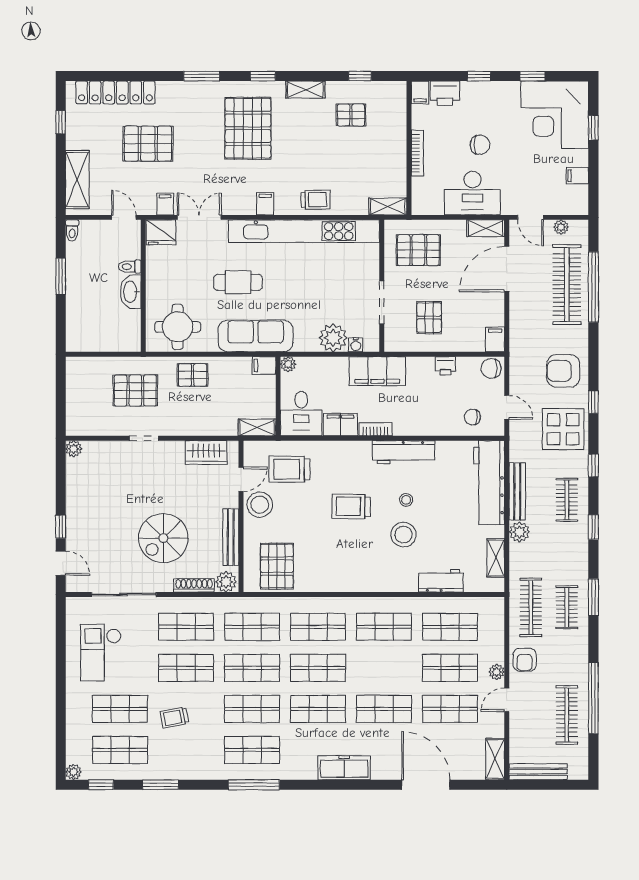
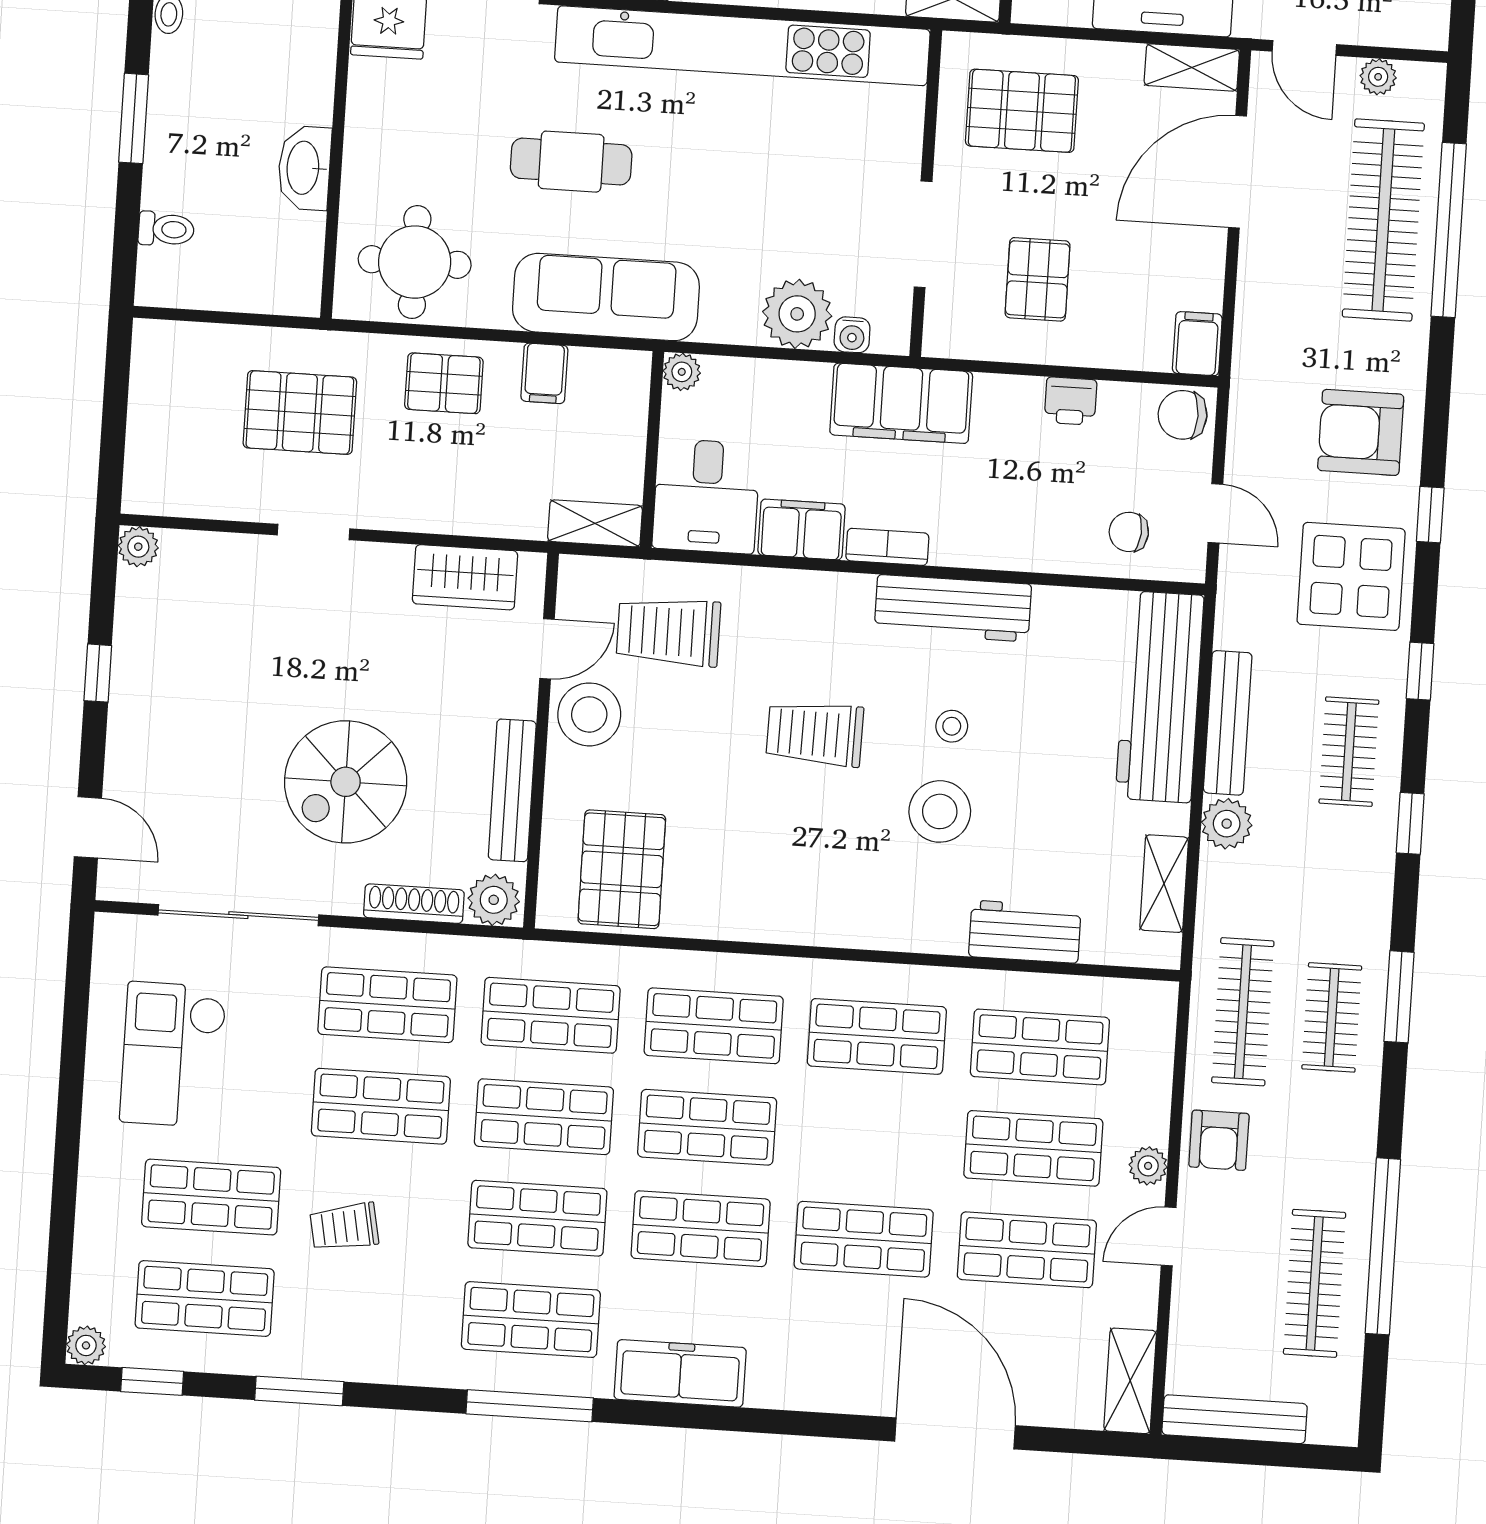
toilet: (130, 267) -> (166, 229), moved, turned 180
filing cabinet: (264, 365) -> (544, 373), moved, turned -90
window: (61, 527) -> (98, 673), moved
freezer: (344, 768) -> (680, 1373), moved

